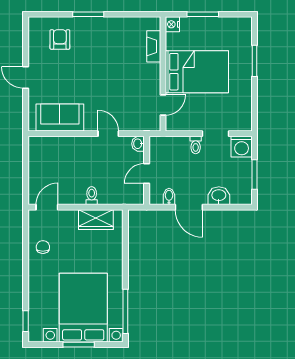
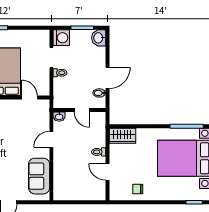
washbasin: (219, 196) -> (99, 38), moved
door: (47, 207) -> (107, 172), moved
wardrobe: (96, 220) -> (122, 136), moved, turned 90

